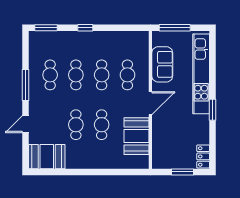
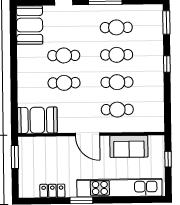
window: (175, 28) -> (168, 159), width x0.46
booth: (137, 136) -> (37, 120), moved
locker: (203, 156) -> (52, 191), moved
window: (182, 172) -> (15, 157), moved

